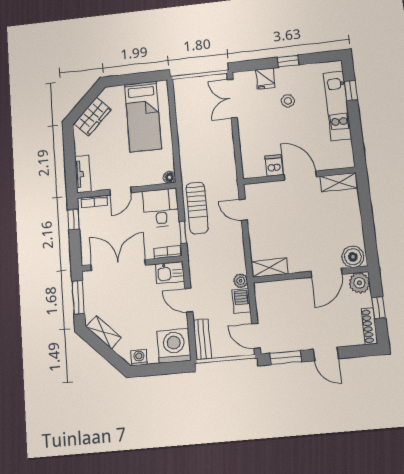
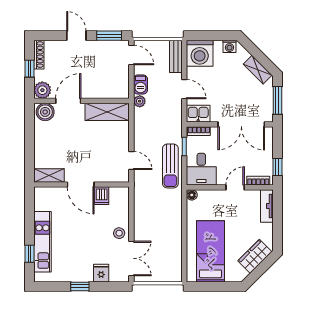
stool: (288, 101) -> (119, 233), moved
sun lounger: (197, 208) -> (170, 166), turned 180
shelving: (269, 268) -> (107, 112), width x1.50, depth x1.33

